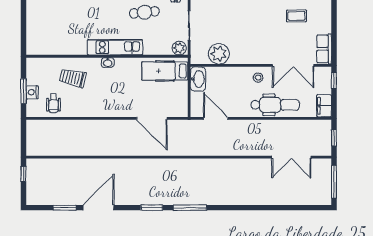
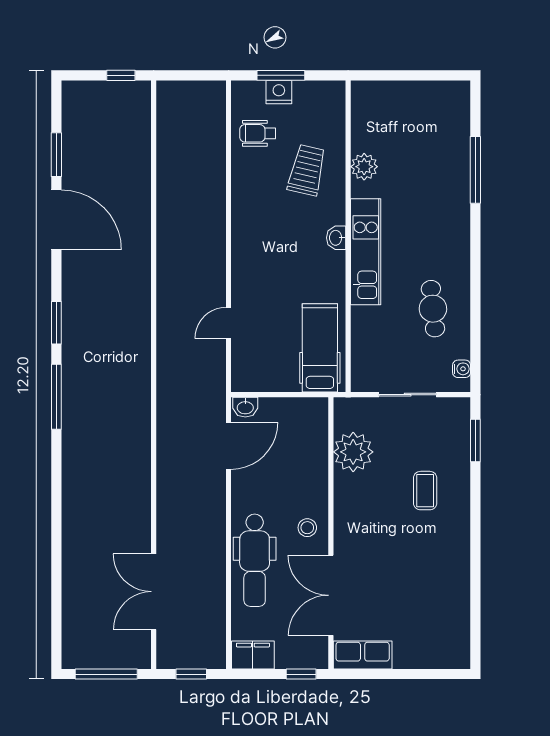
coffee table: (297, 16) -> (425, 491), moved
plant: (179, 48) -> (364, 167), moved
washbasin: (198, 79) -> (245, 407), moved, width x0.52, depth x0.69
door: (152, 118) -> (229, 323), width x0.53

